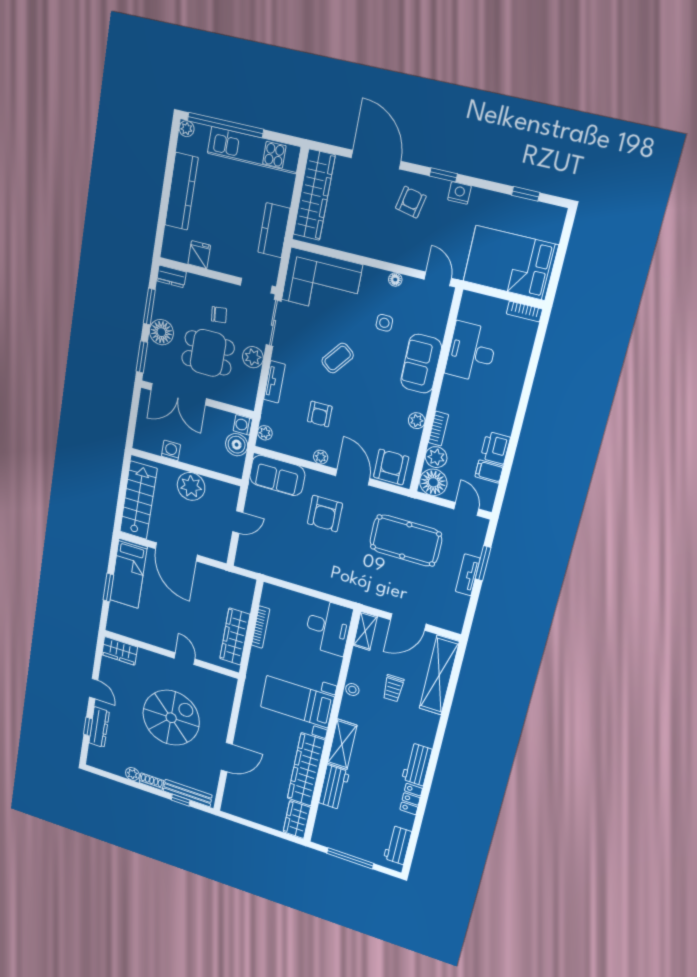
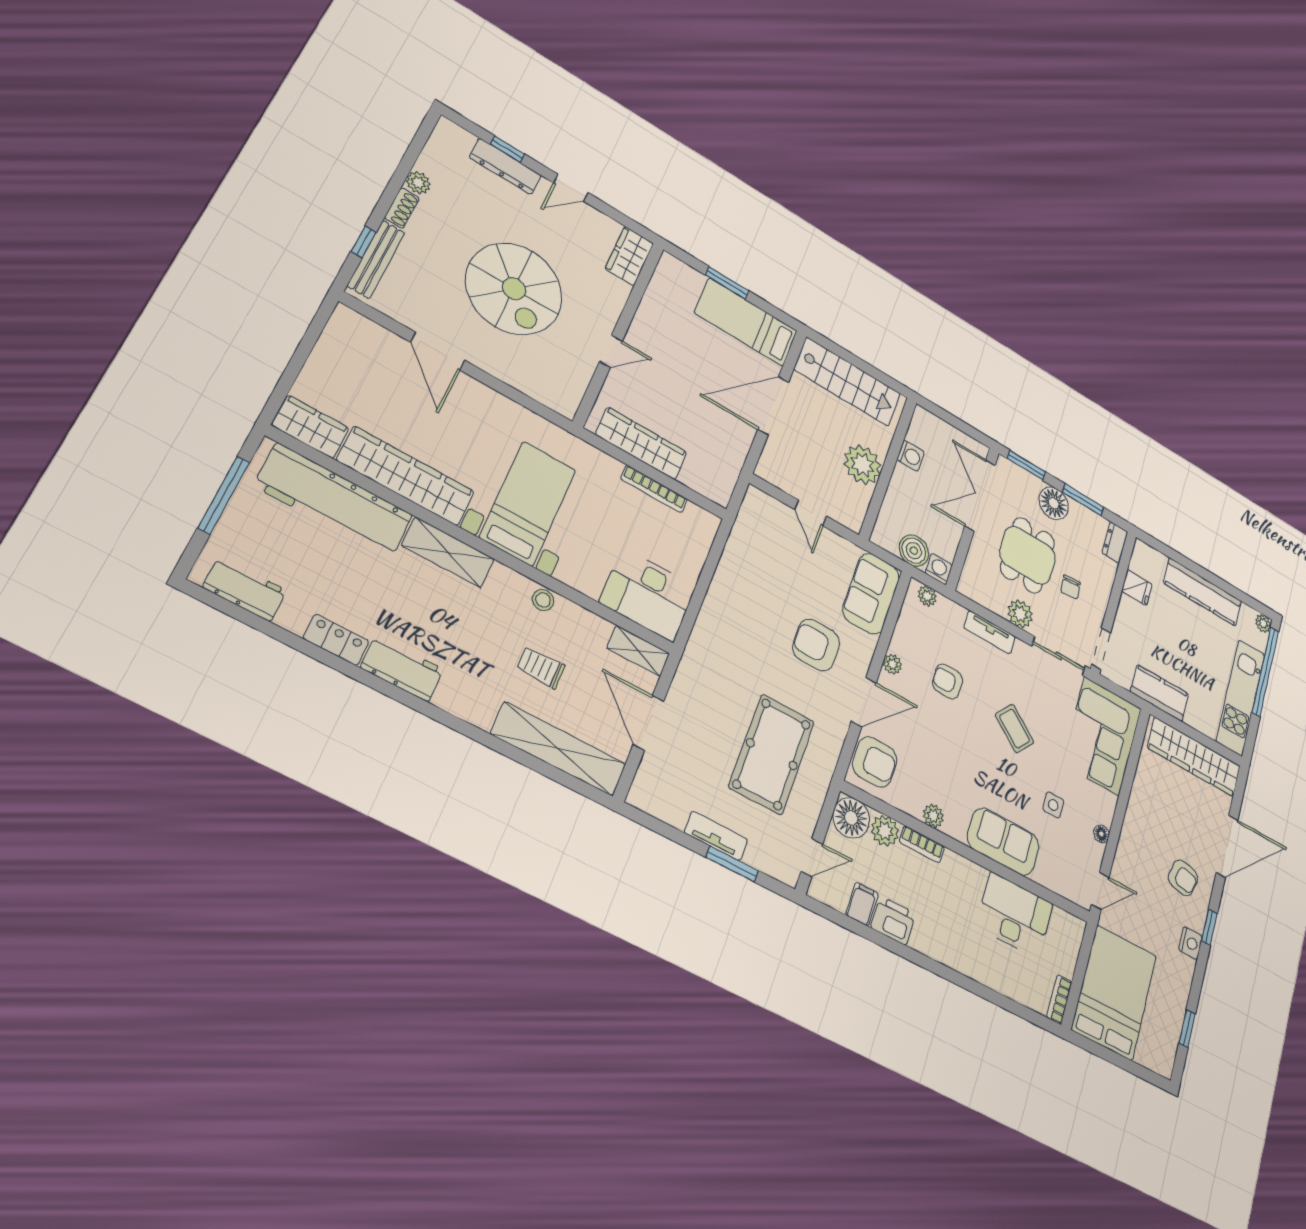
workbench: (334, 787) -> (334, 501), width x1.88, depth x1.32

